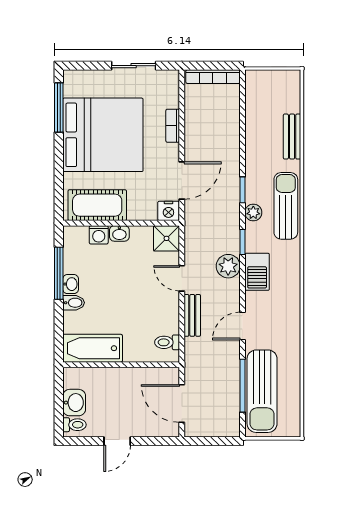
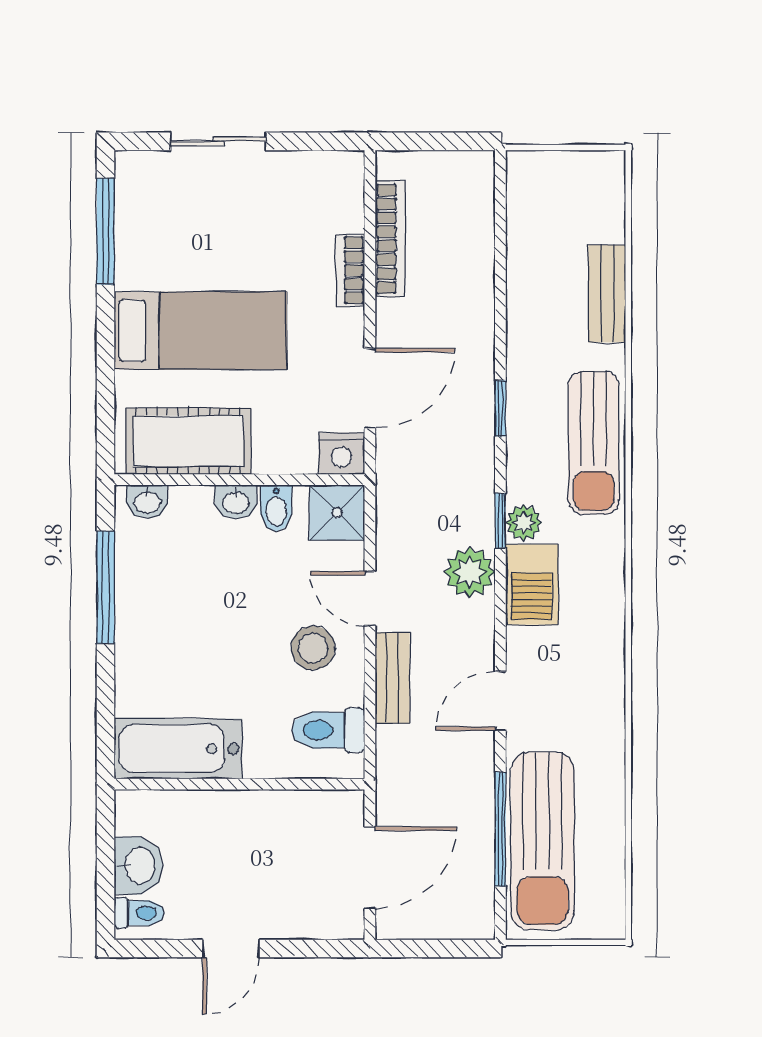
sliding door: (134, 66) -> (218, 141), moved
bookcase: (213, 77) -> (390, 239), moved, turned -90
bed: (103, 135) -> (200, 331), width x0.49
sun lounger: (286, 206) -> (594, 443), turned 180
plant: (253, 212) -> (524, 523), moved
washing machine: (99, 235) -> (191, 505), removed
washbasin: (71, 284) -> (147, 502), moved, turned 90
stool: (155, 301) -> (313, 648), added
bidet: (74, 303) -> (276, 508), moved, turned 90
toilet: (167, 342) -> (328, 730), width x1.37, depth x1.39
door: (182, 404) -> (370, 868), swing flipped

